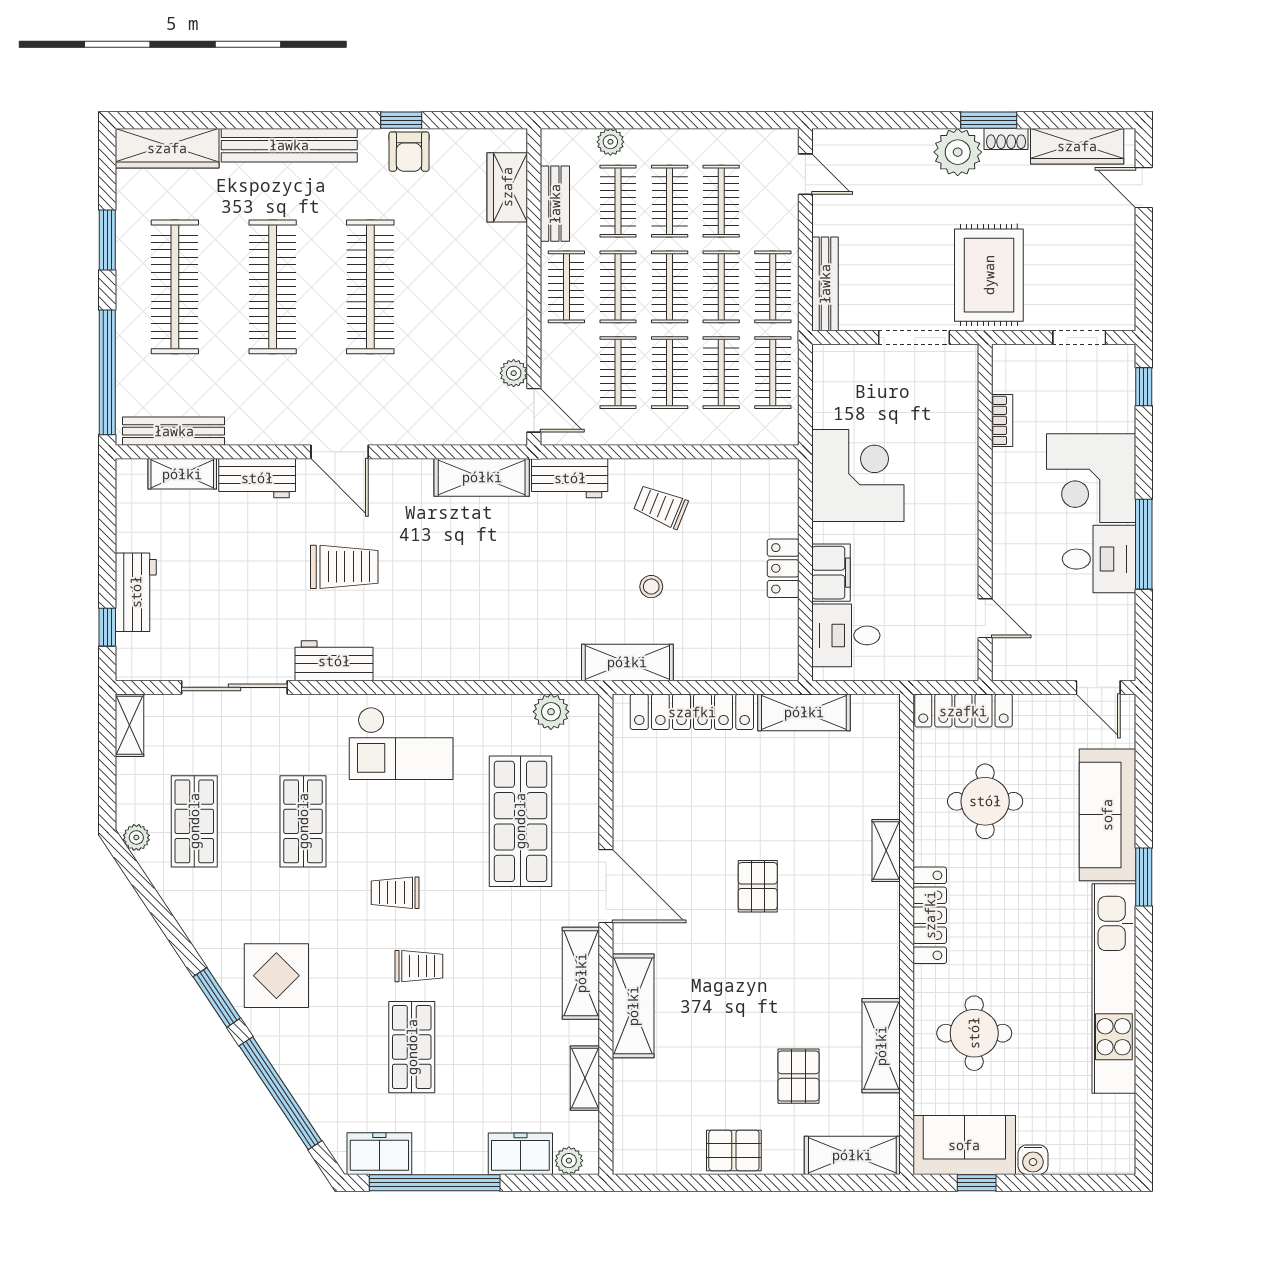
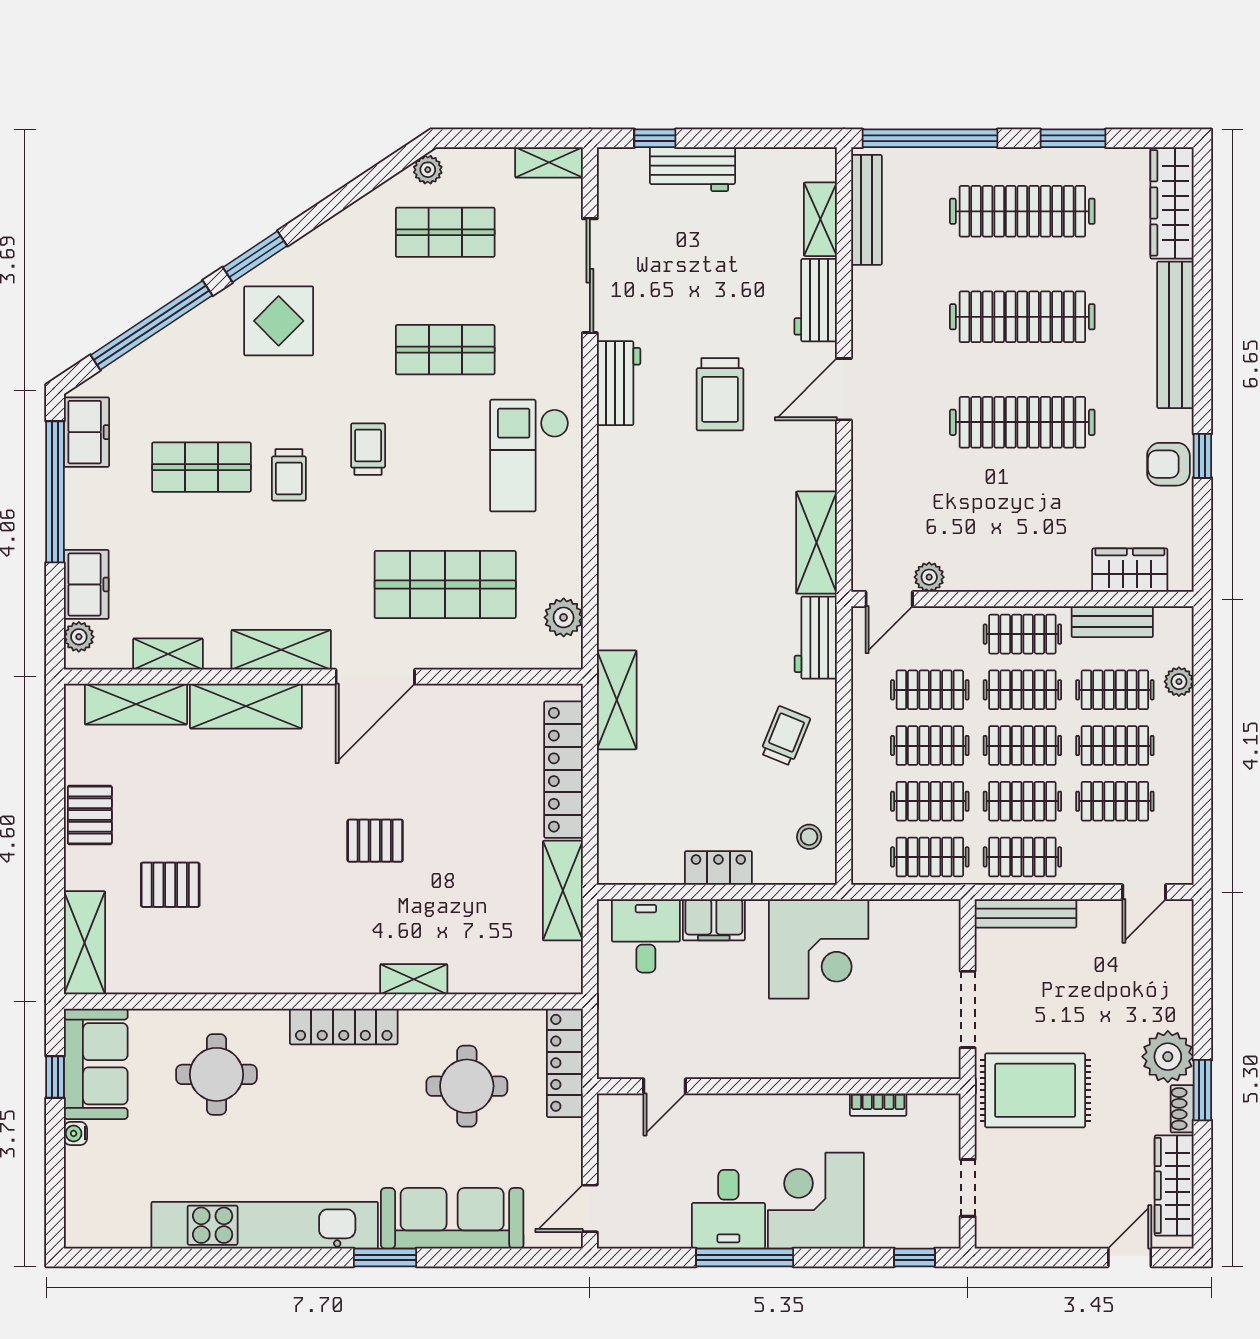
stool: (651, 587) -> (809, 837), moved
shelving: (881, 1046) -> (136, 704), moved
water cooler: (1033, 1160) -> (75, 1133), width x0.72, depth x0.72

